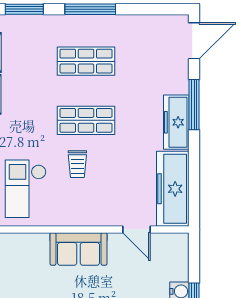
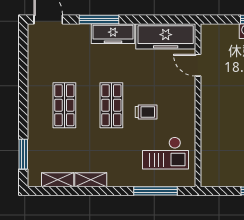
window: (90, 9) -> (23, 102), removed
door: (136, 229) -> (198, 65), swing flipped
sofa: (79, 249) -> (213, 111), removed

